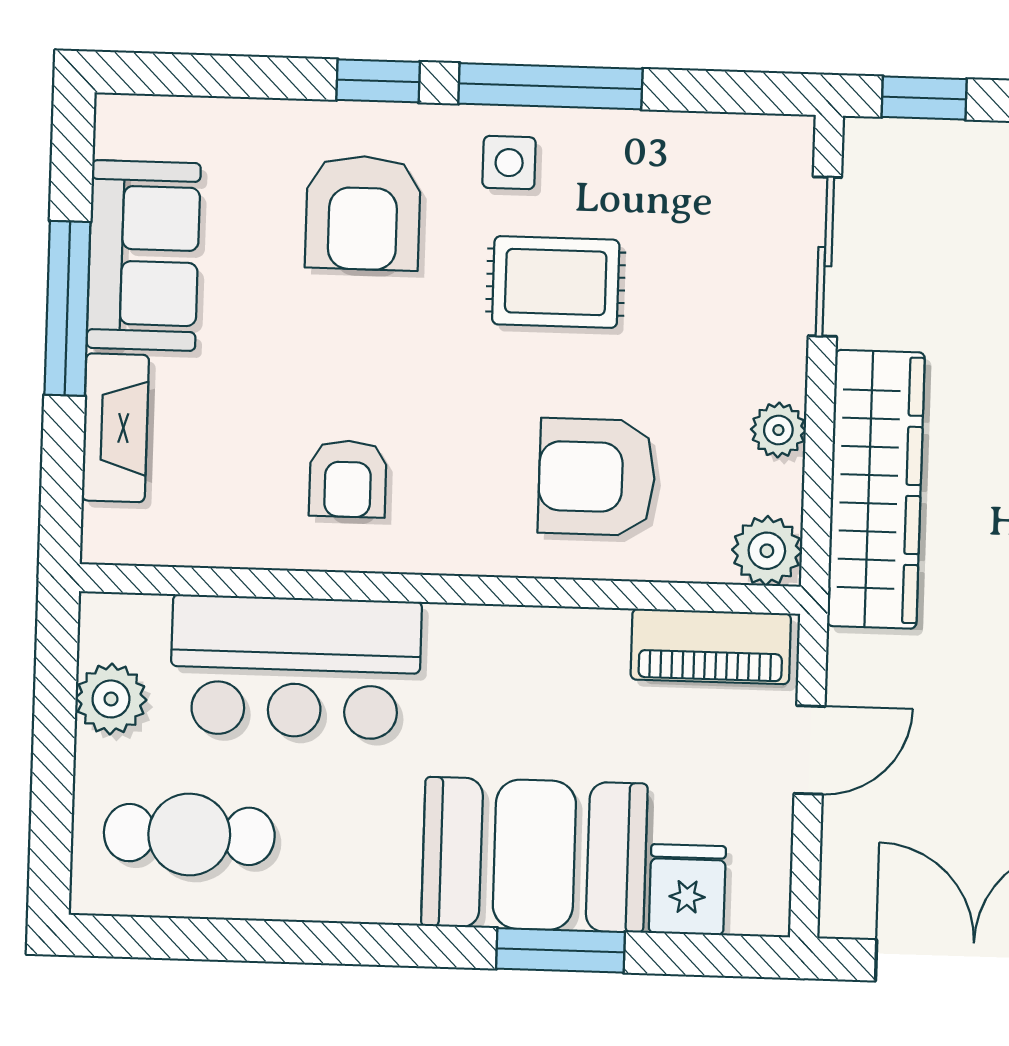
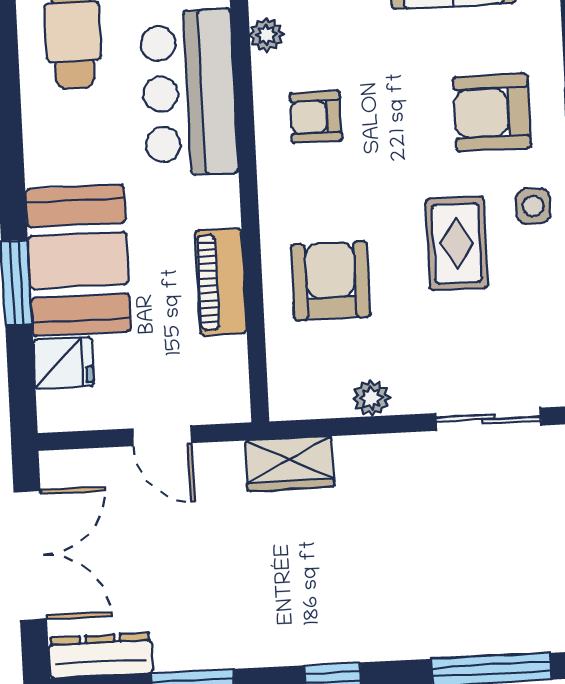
wardrobe: (876, 489) -> (290, 464), width x0.48, depth x0.85
plant: (767, 551) -> (266, 35), moved, width x0.73, depth x0.73
piano: (711, 646) -> (221, 282), moved

